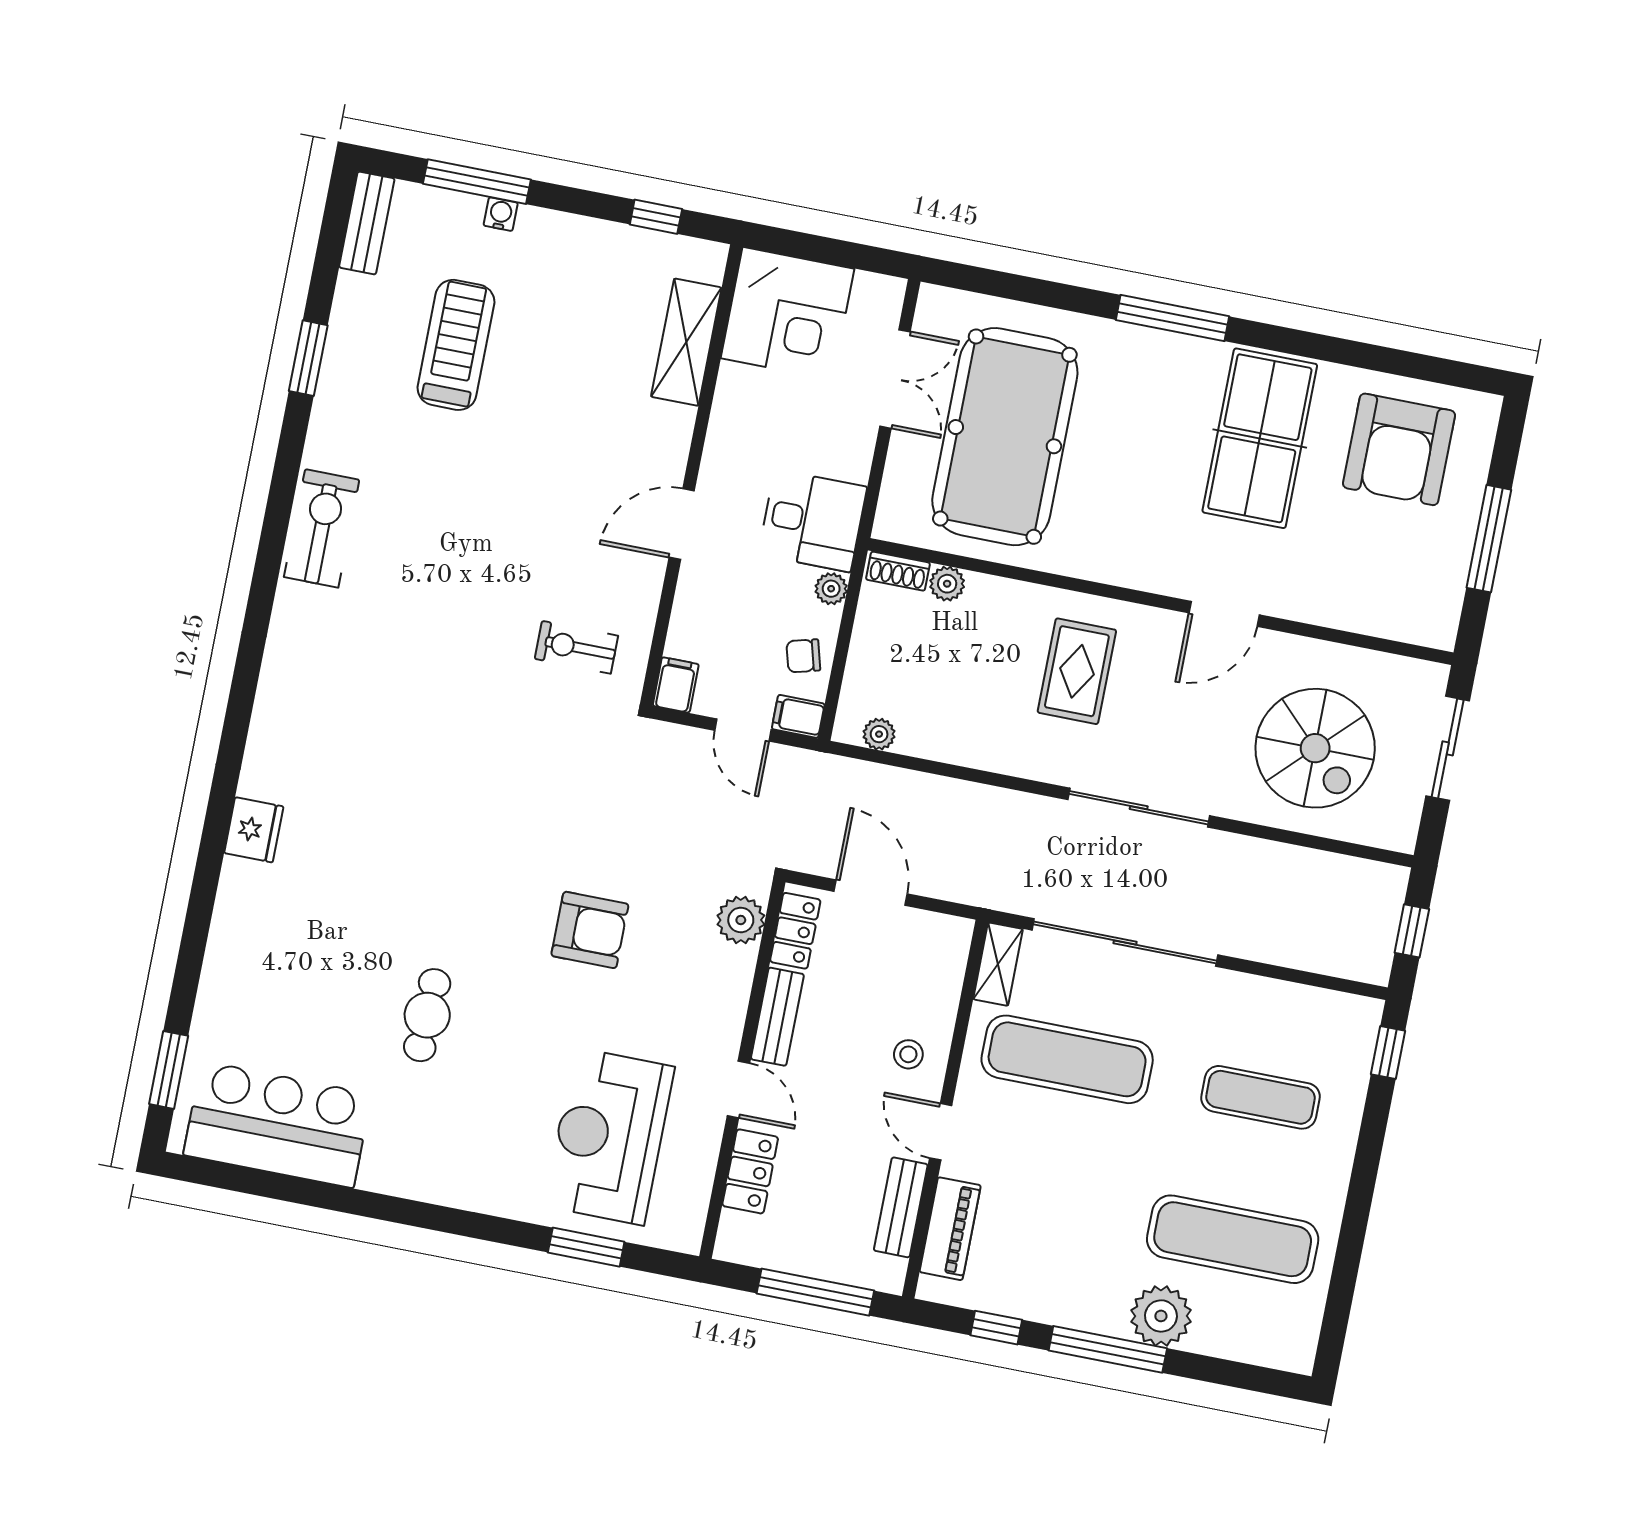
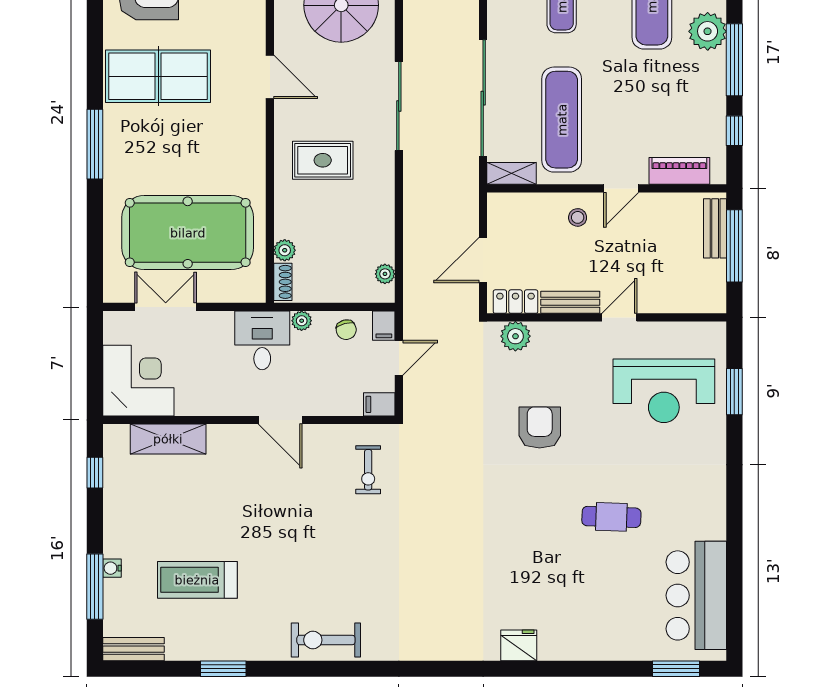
locker: (750, 1171) -> (668, 300), removed
bench: (901, 1207) -> (715, 228), moved, turned 90

